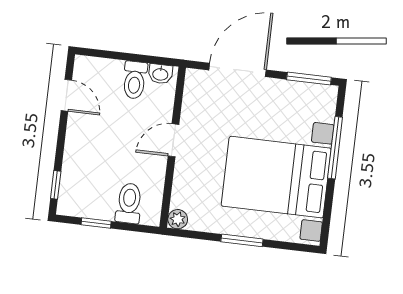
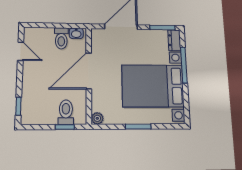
dresser: (326, 103) -> (174, 40), added
door: (174, 140) -> (89, 71), width x1.88
window: (96, 223) -> (65, 127), moved

